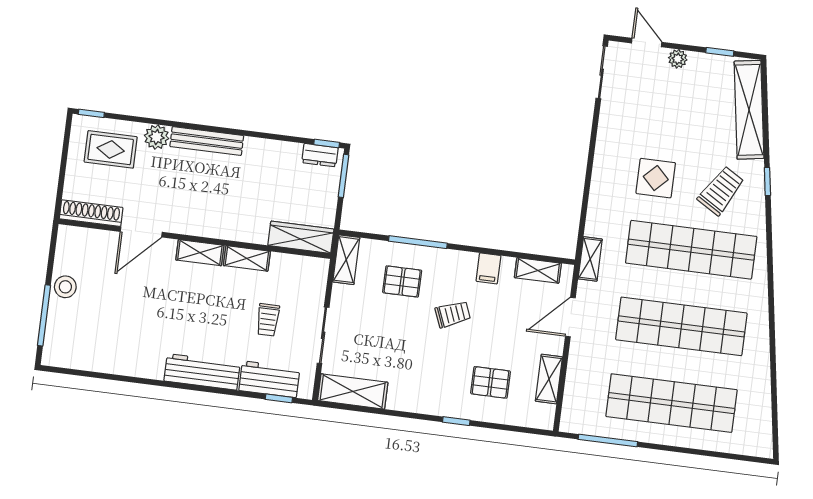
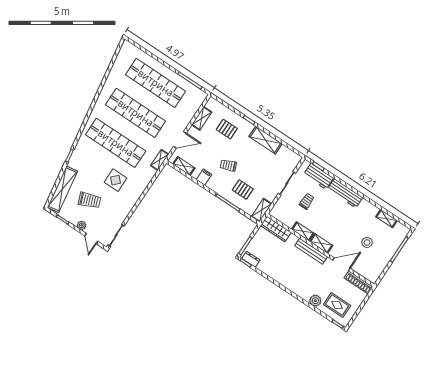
bench: (207, 141) -> (311, 251), moved
trolley: (721, 191) -> (89, 200), moved, turned -142
stool: (65, 287) -> (367, 242), moved
shelving: (98, 363) -> (387, 219), added
shelving: (353, 391) -> (266, 140), moved

